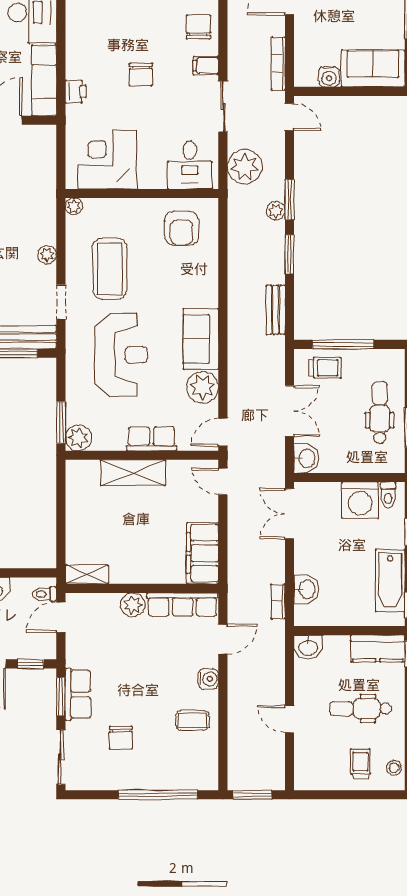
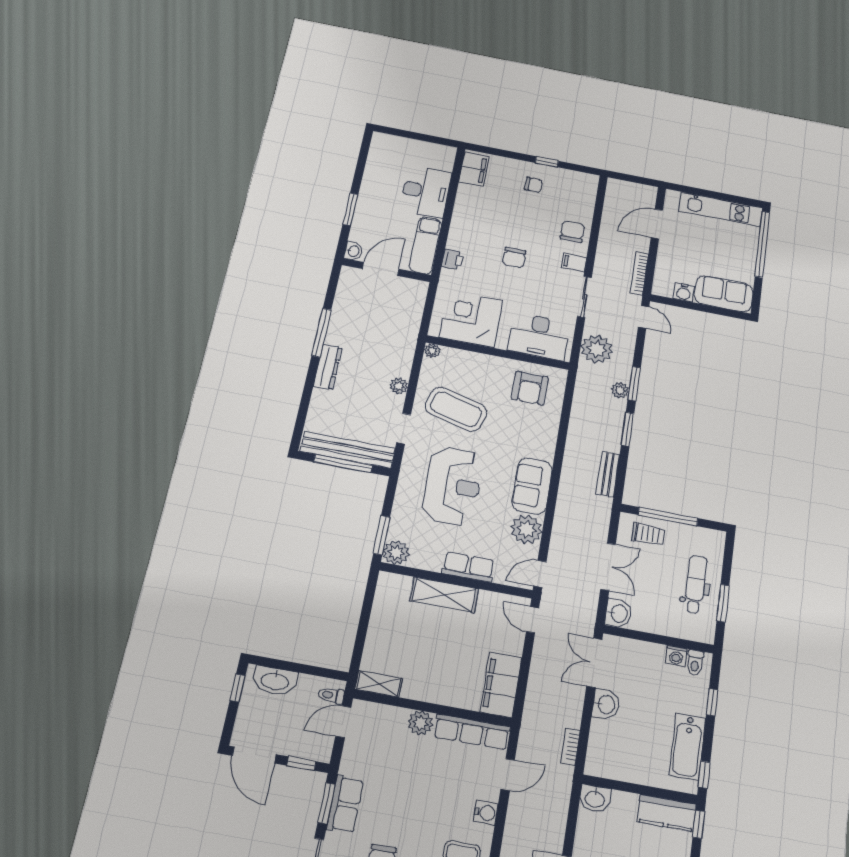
desk: (190, 165) -> (539, 336), width x1.37
coffee table: (110, 269) -> (456, 409), turned -75
washing machine: (360, 500) -> (676, 656), width x0.53, depth x0.53
washbasin: (306, 589) -> (606, 704), moved

